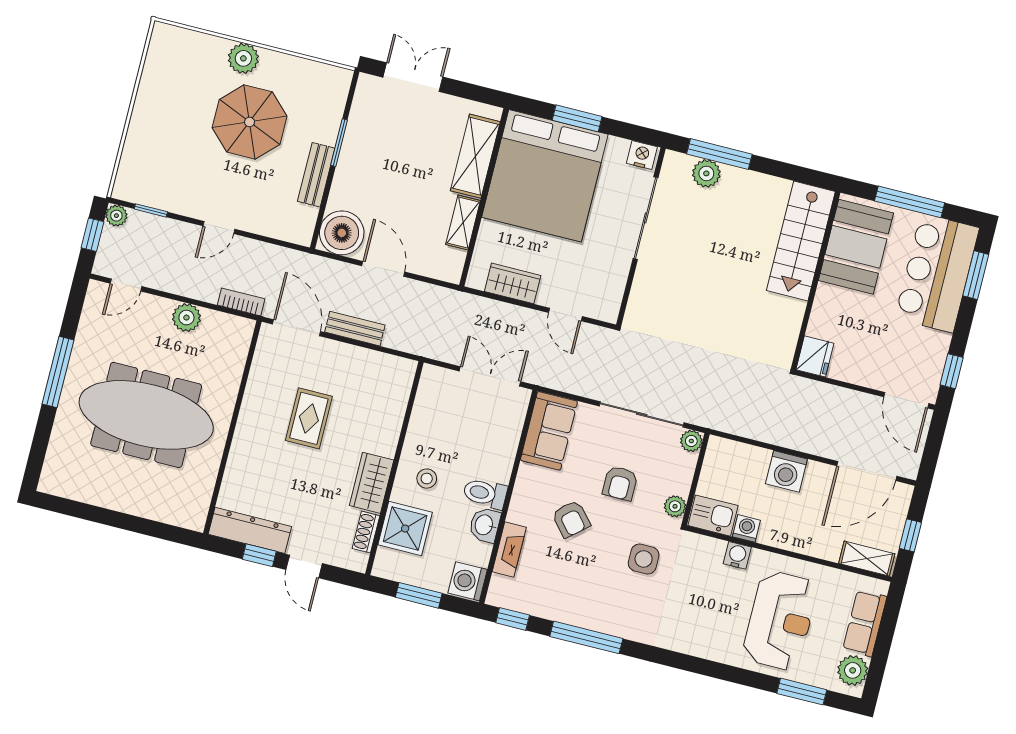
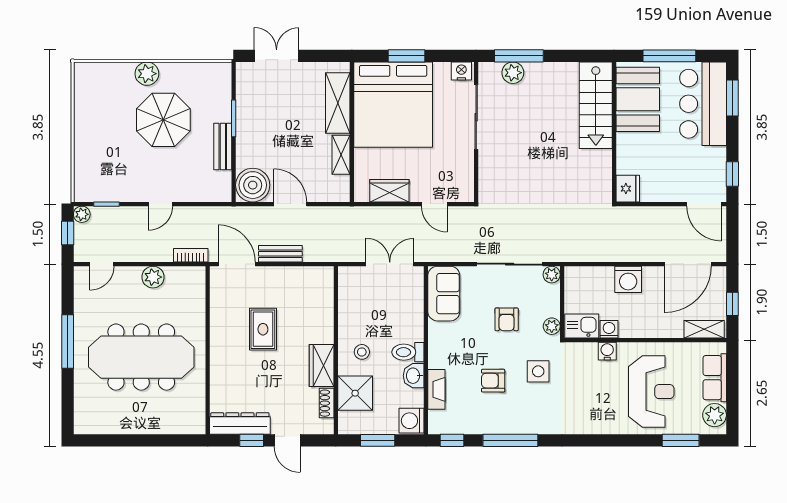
armchair: (571, 519) -> (493, 381), moved, turned 131

